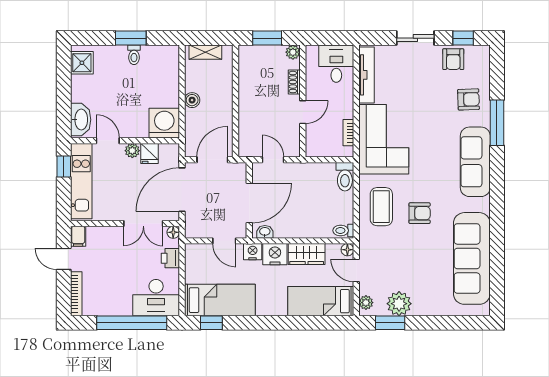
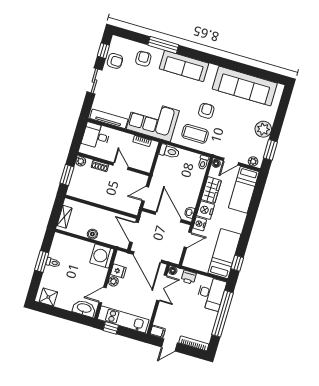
plant: (399, 304) -> (263, 129), moved

